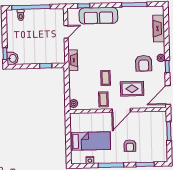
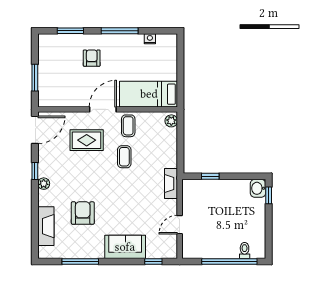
sofa: (98, 16) -> (125, 247), width x0.73
armchair: (144, 63) -> (83, 213), moved
bed: (90, 141) -> (149, 94), moved

